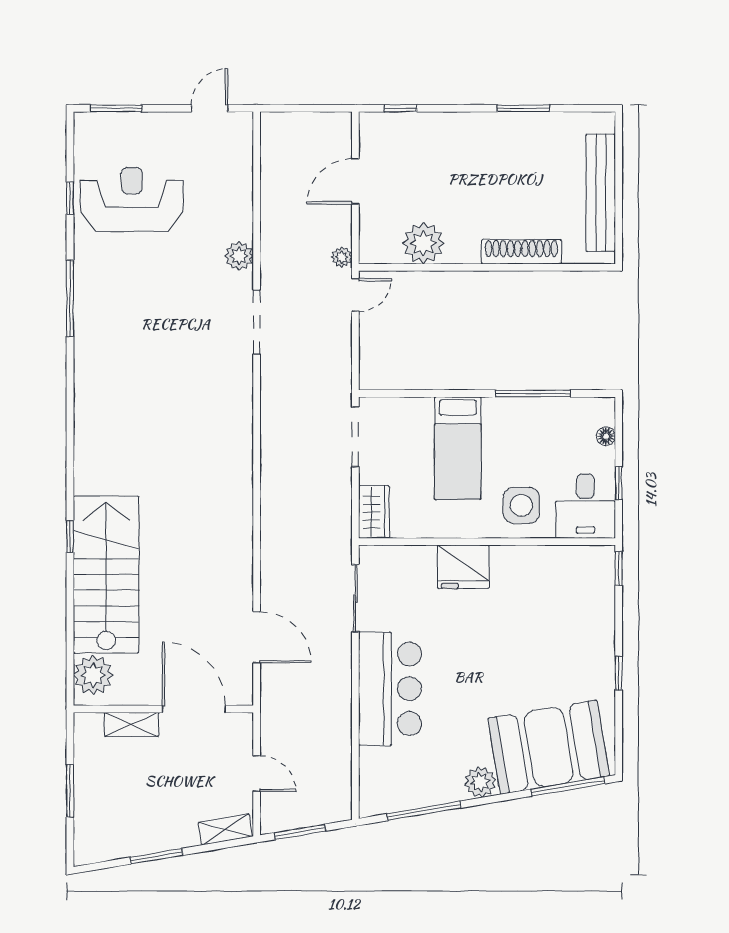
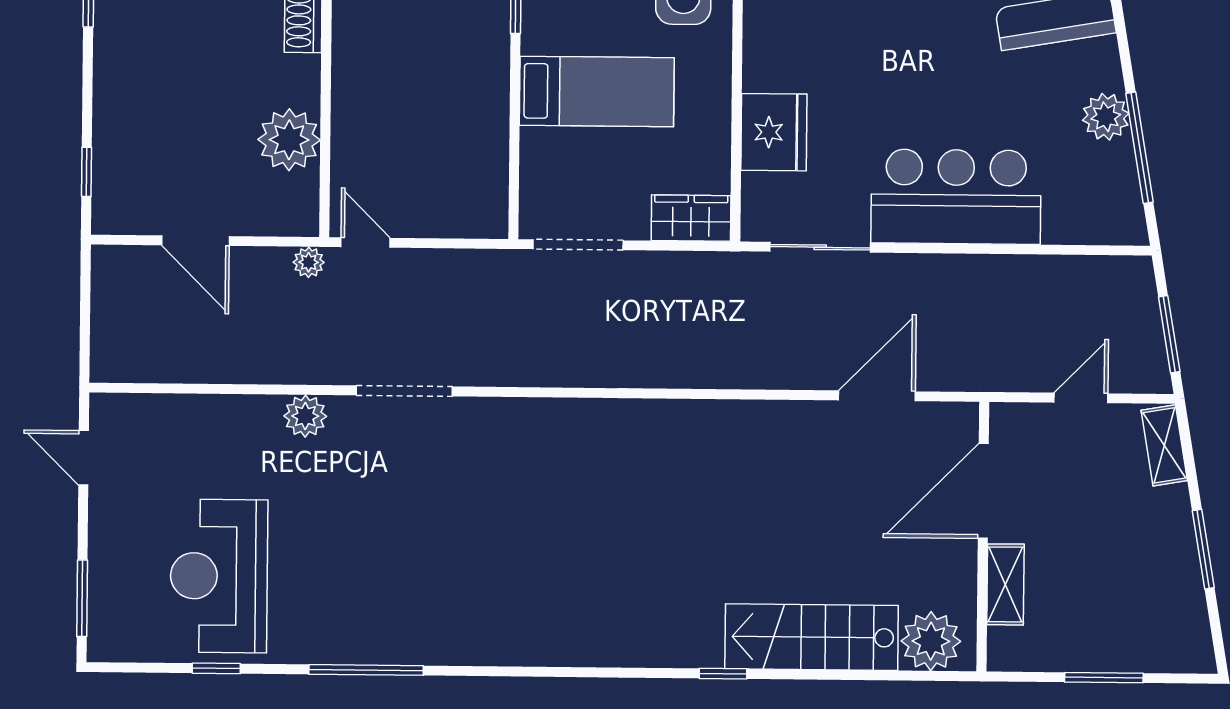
fridge: (463, 567) -> (774, 132), moved
stairs: (106, 574) -> (812, 637), width x0.73, depth x0.66
plant: (480, 782) -> (1106, 117), moved

